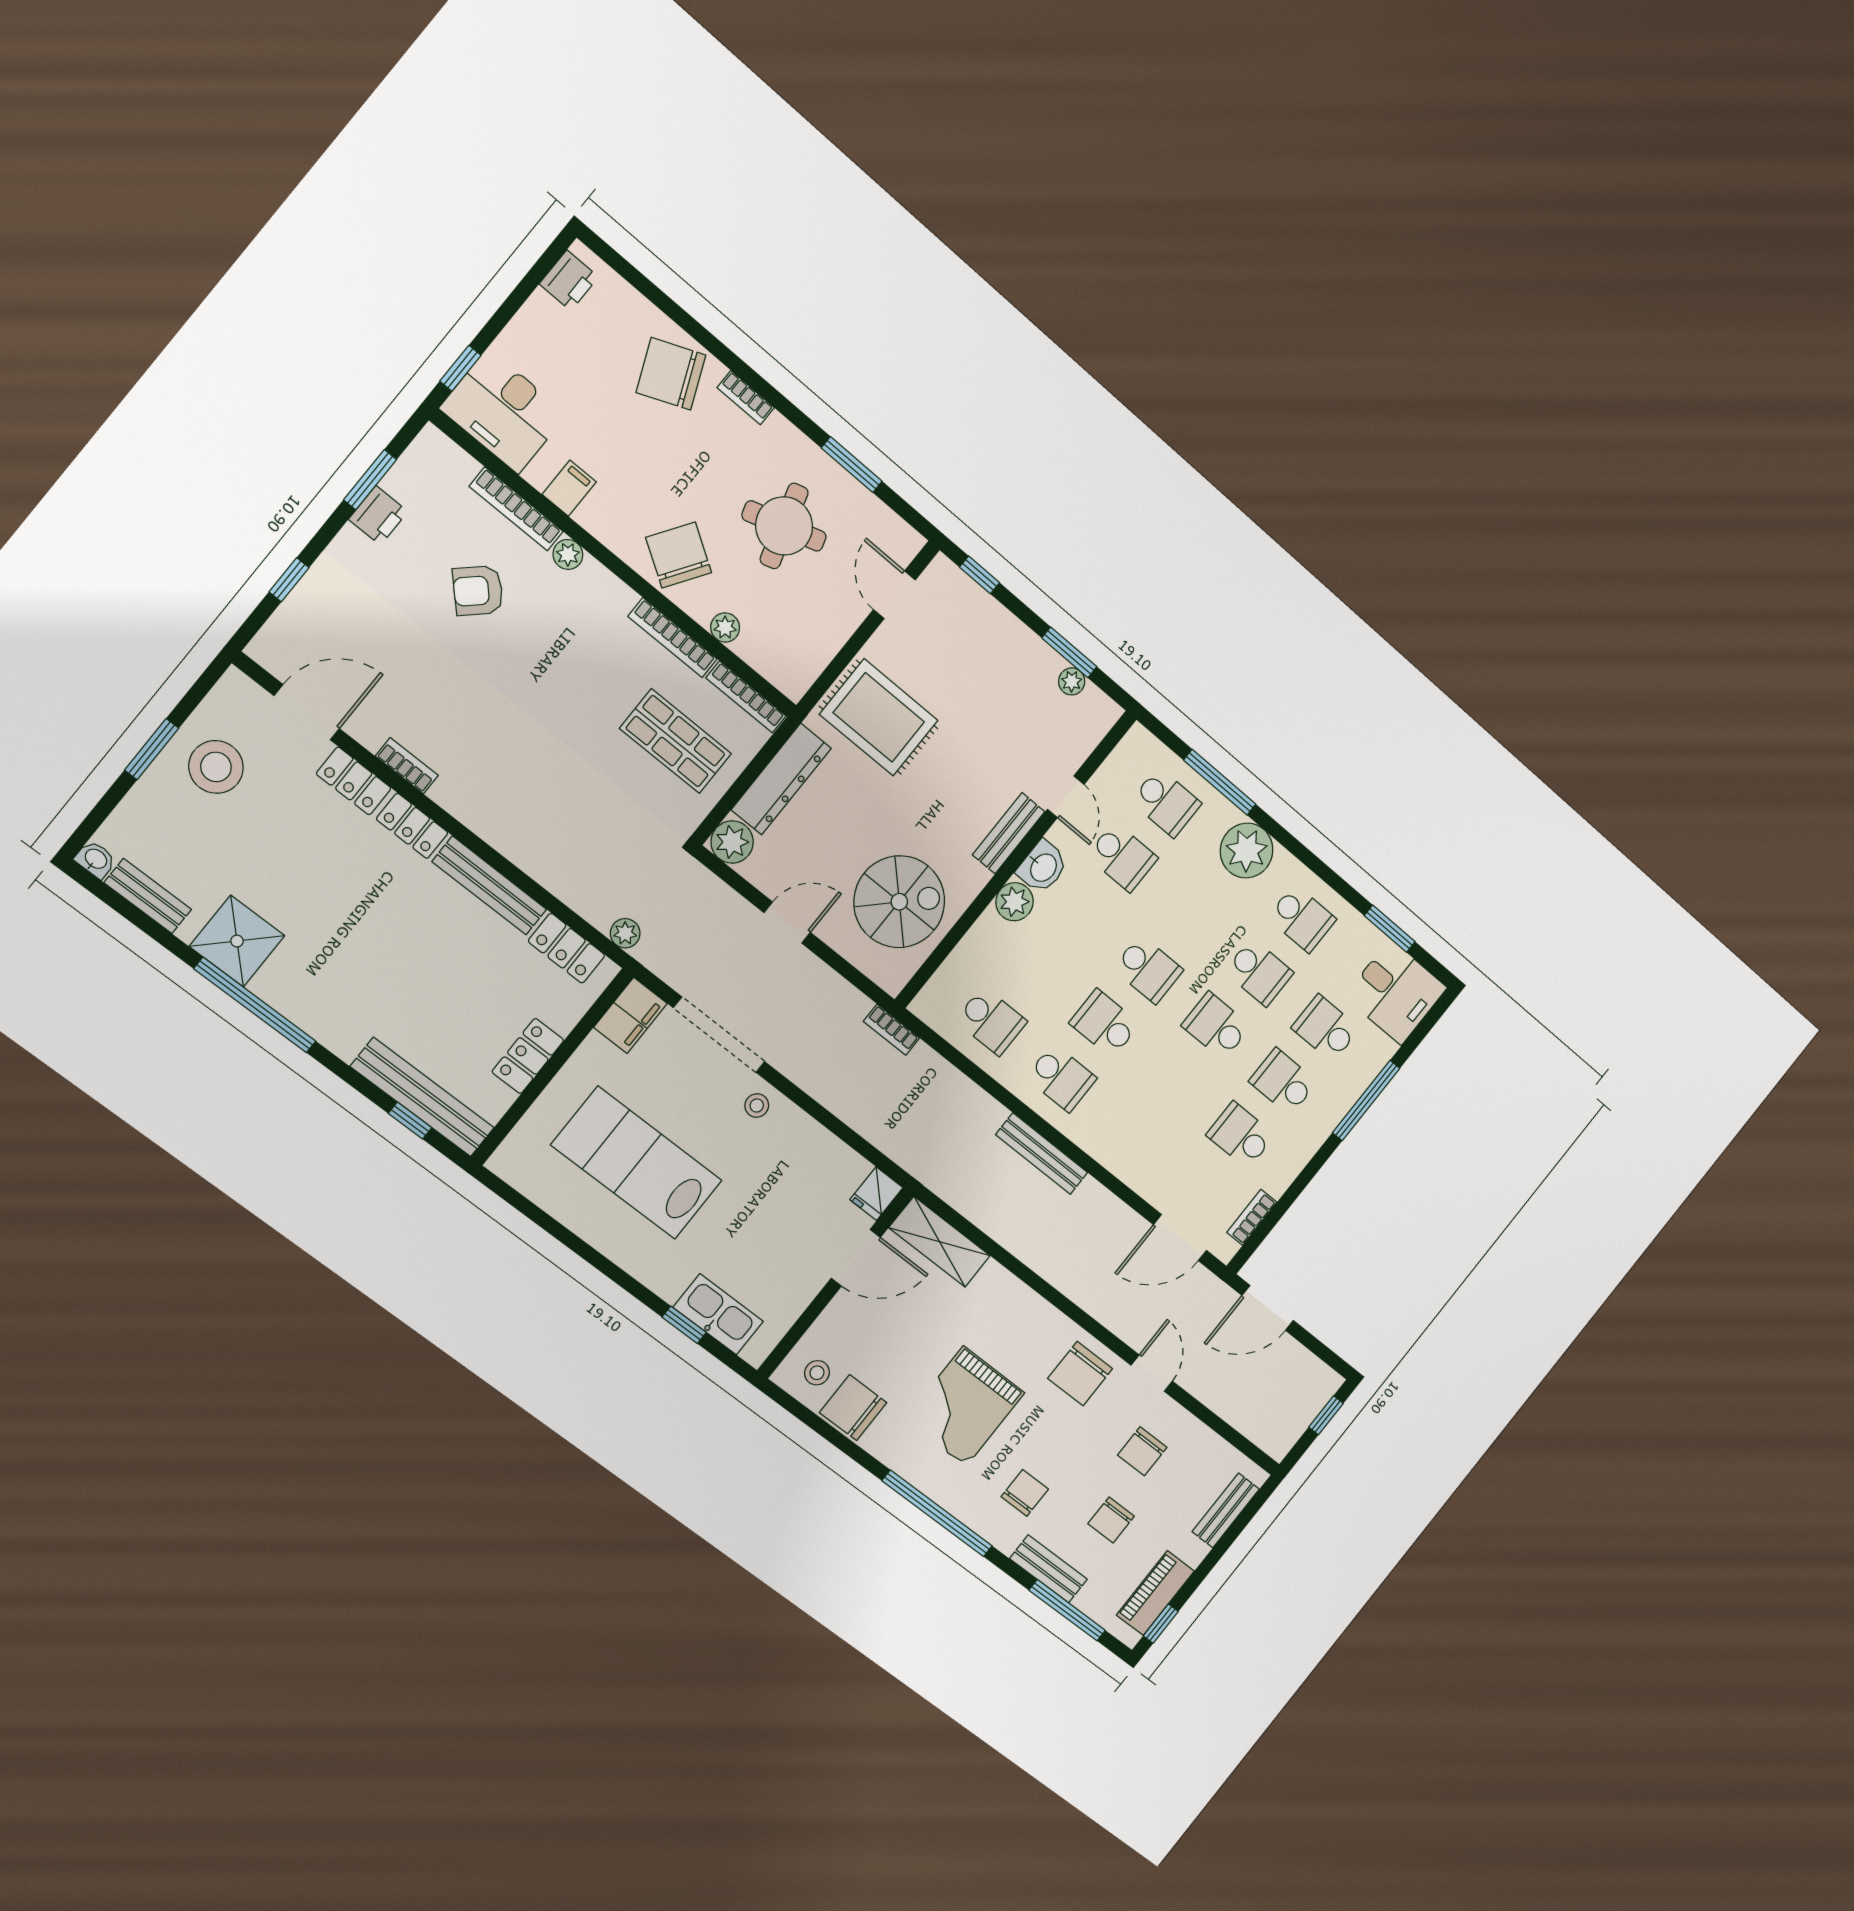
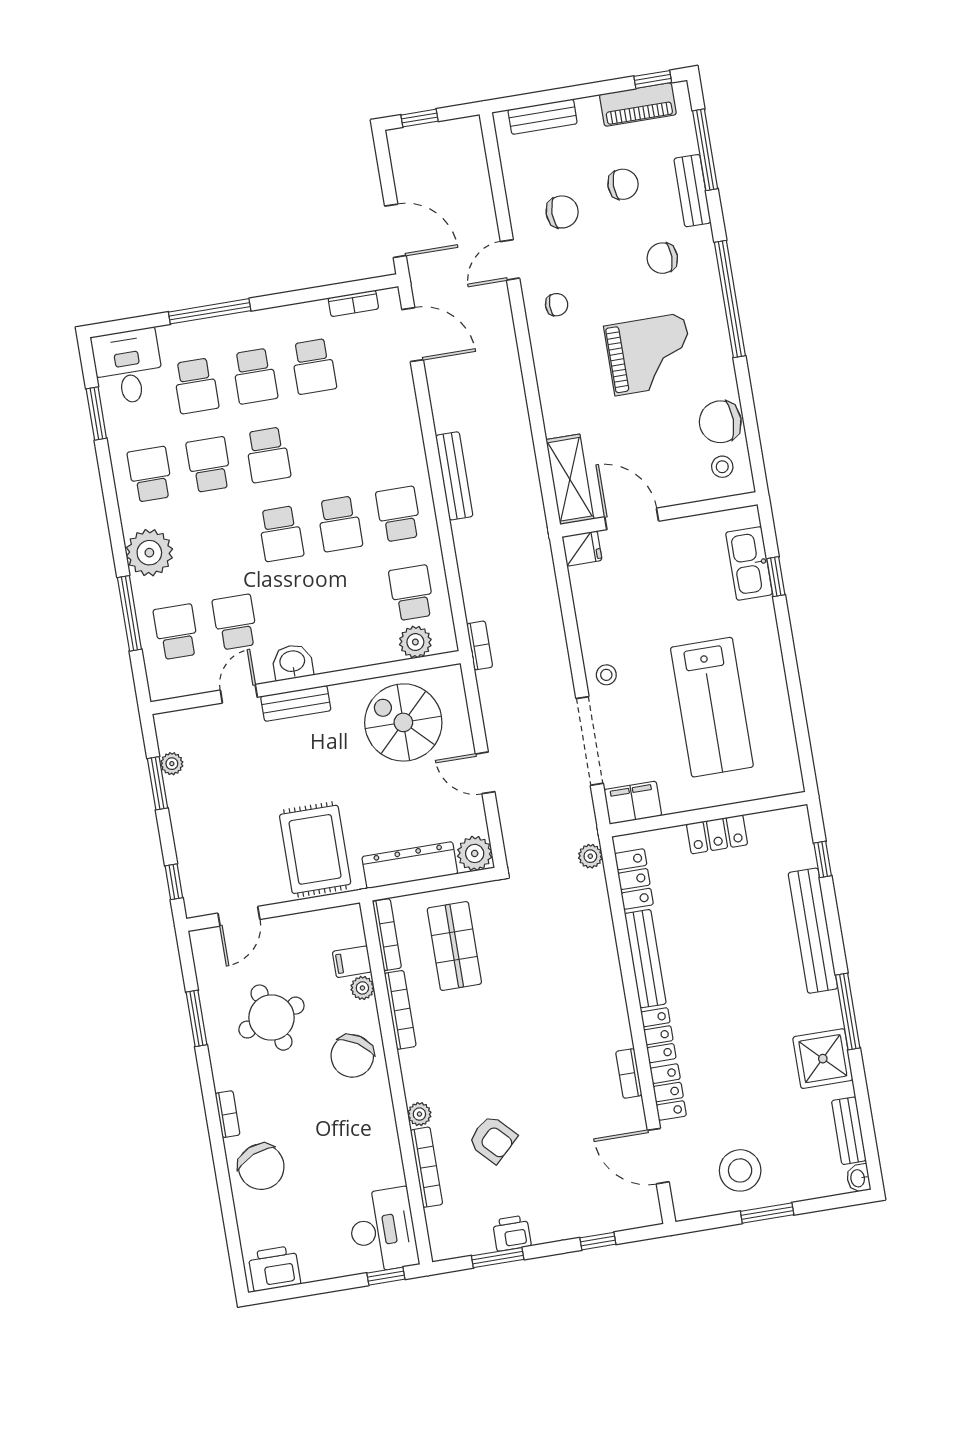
printer: (569, 280) -> (274, 1268), width x1.36, depth x1.24
filing cabinet: (569, 488) -> (352, 962), moved
plant: (1014, 902) -> (415, 642), moved
school desk: (1148, 969) -> (281, 534), turned 180
window: (255, 1005) -> (848, 1012), width x0.68
bench: (422, 1097) -> (813, 931), moved
chair: (1080, 1374) -> (557, 305), width x0.54, depth x0.54
chair: (853, 1408) -> (720, 422), turned 90

